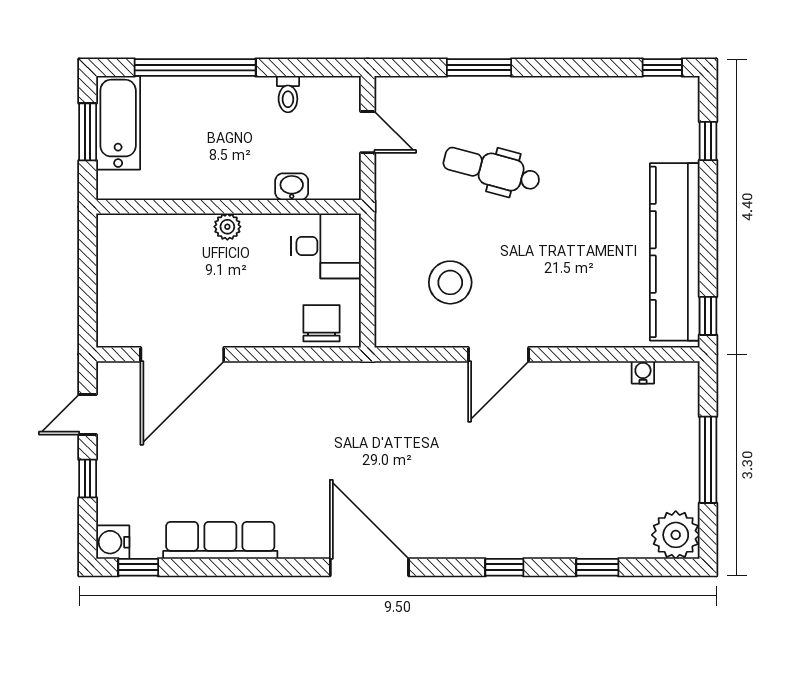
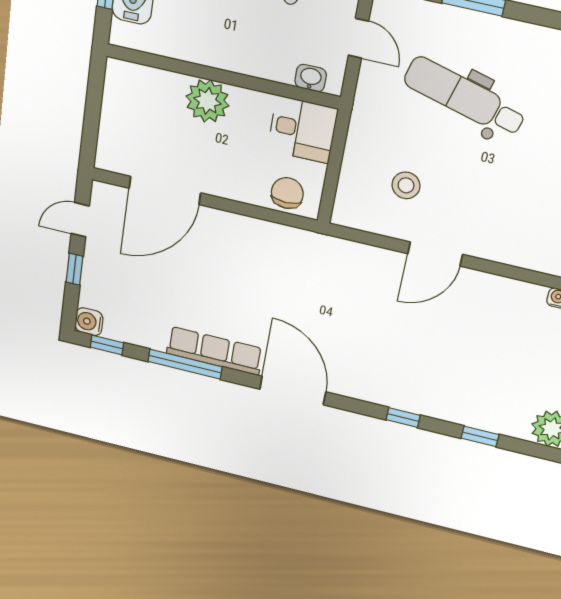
dental chair: (492, 169) -> (465, 97), width x1.36, depth x1.38
washbasin: (292, 187) -> (311, 78), moved
plant: (227, 227) -> (207, 101), width x1.87, depth x1.87
stool: (450, 282) -> (406, 185), width x0.73, depth x0.73
row of seats: (220, 540) -> (214, 351), moved
window: (236, 567) -> (185, 364), added

